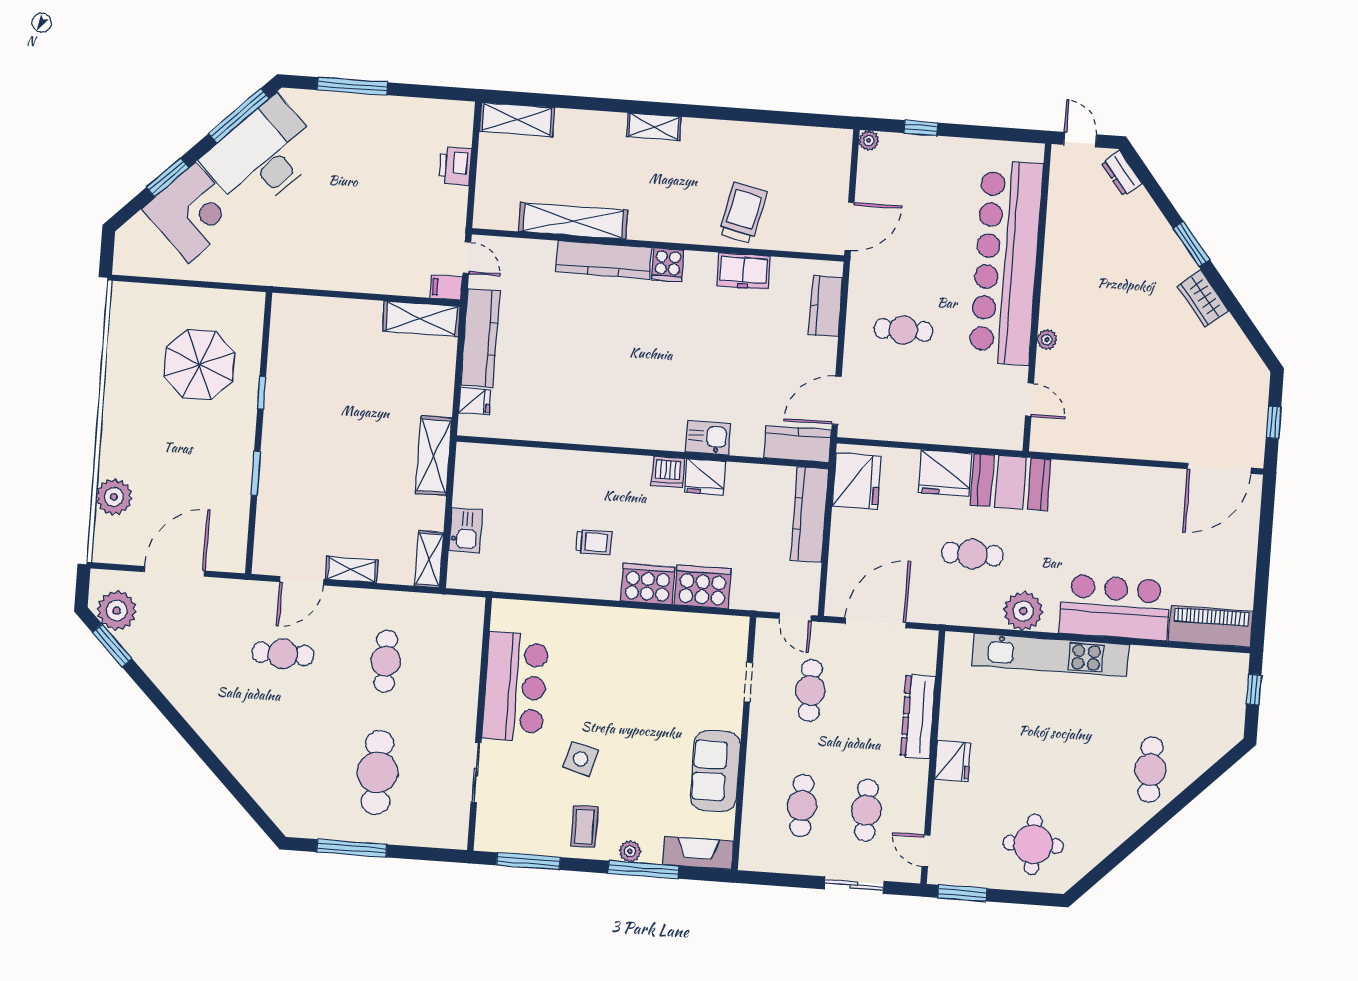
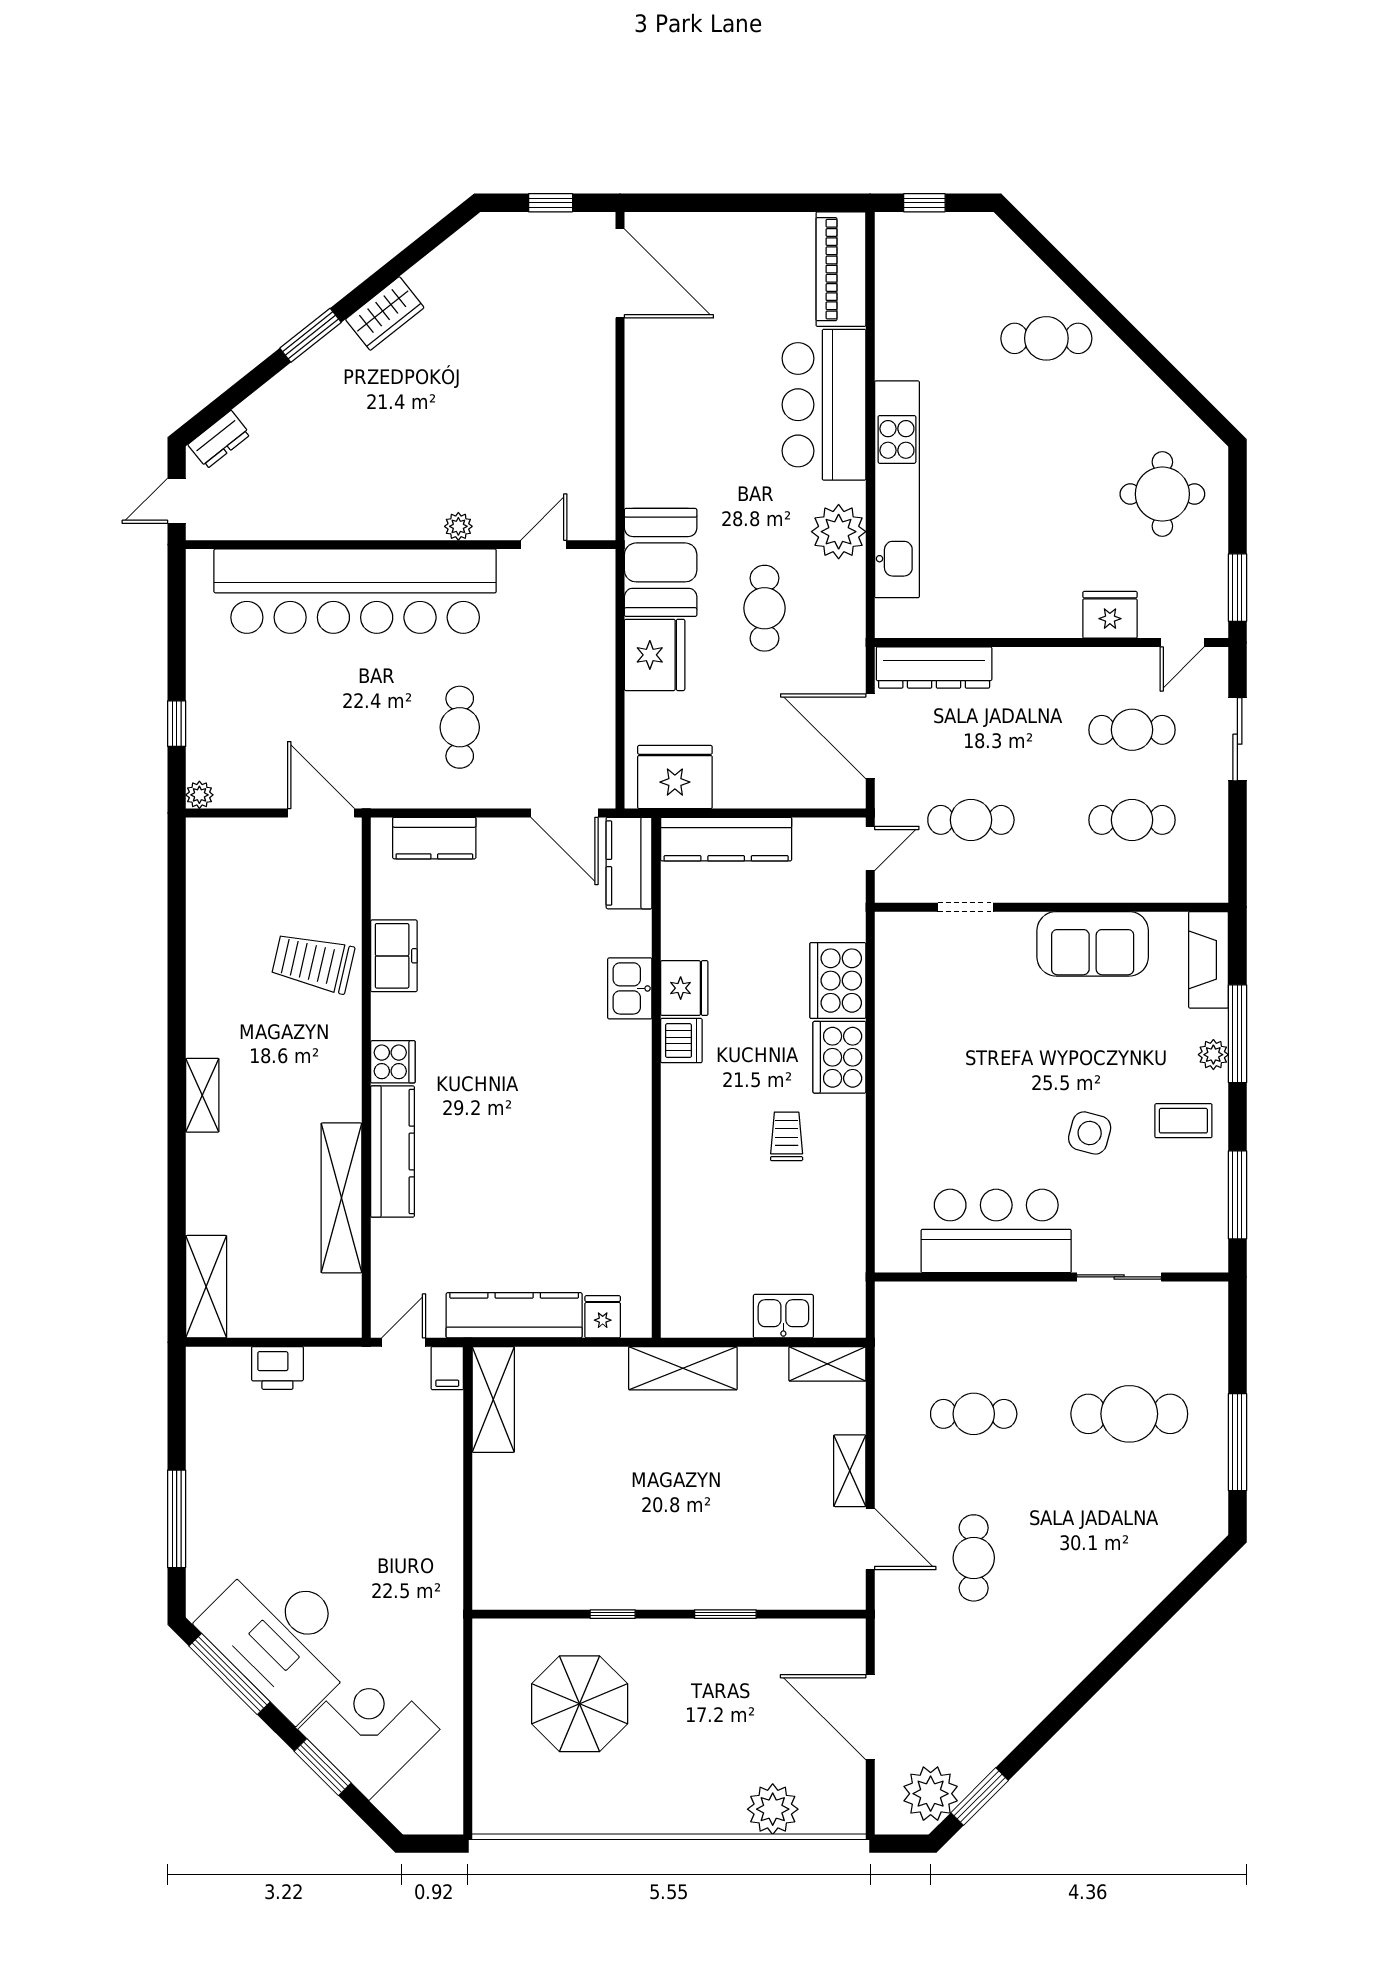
dresser: (918, 716) -> (934, 667), moved
fridge: (953, 761) -> (1110, 615), moved

